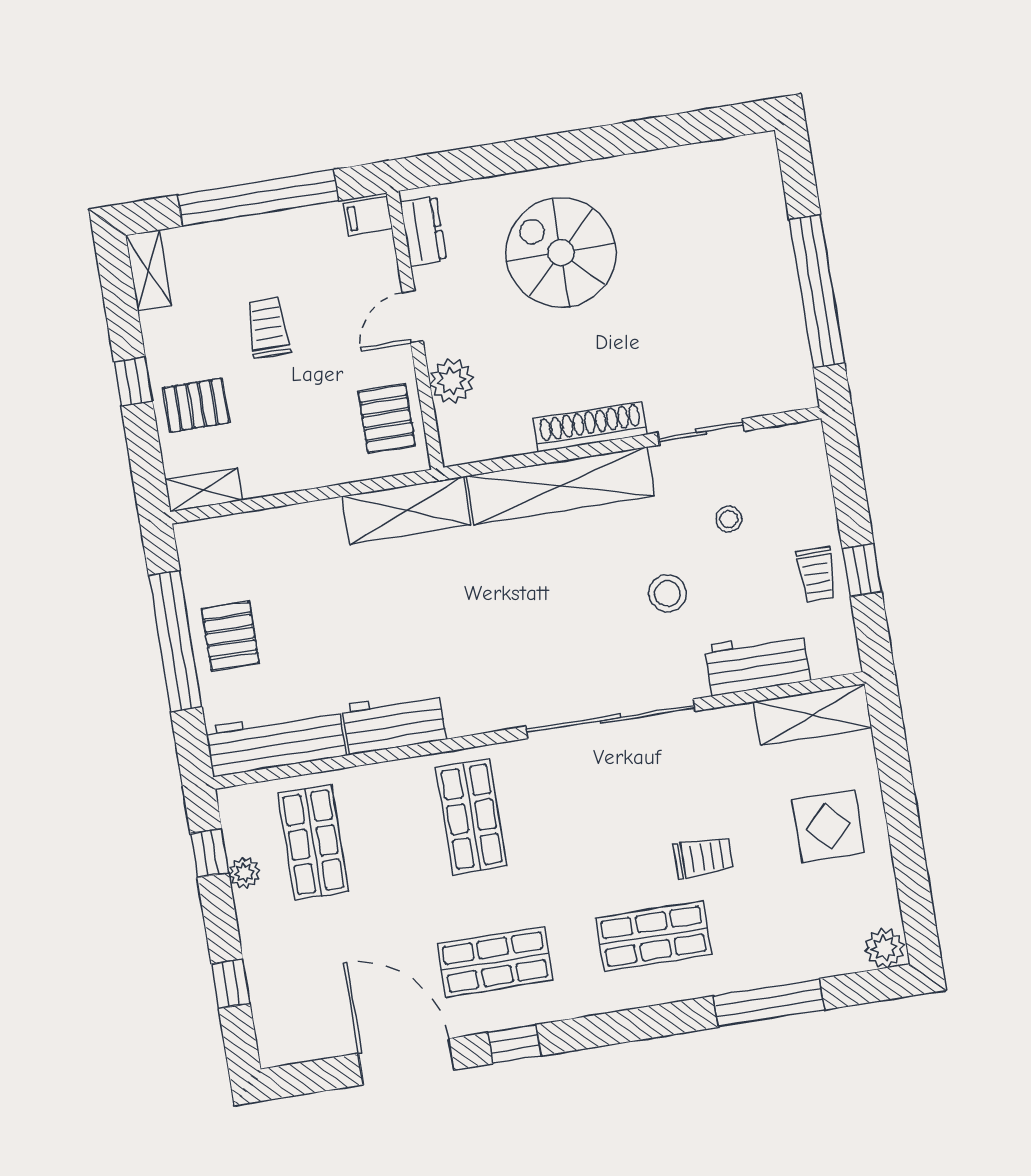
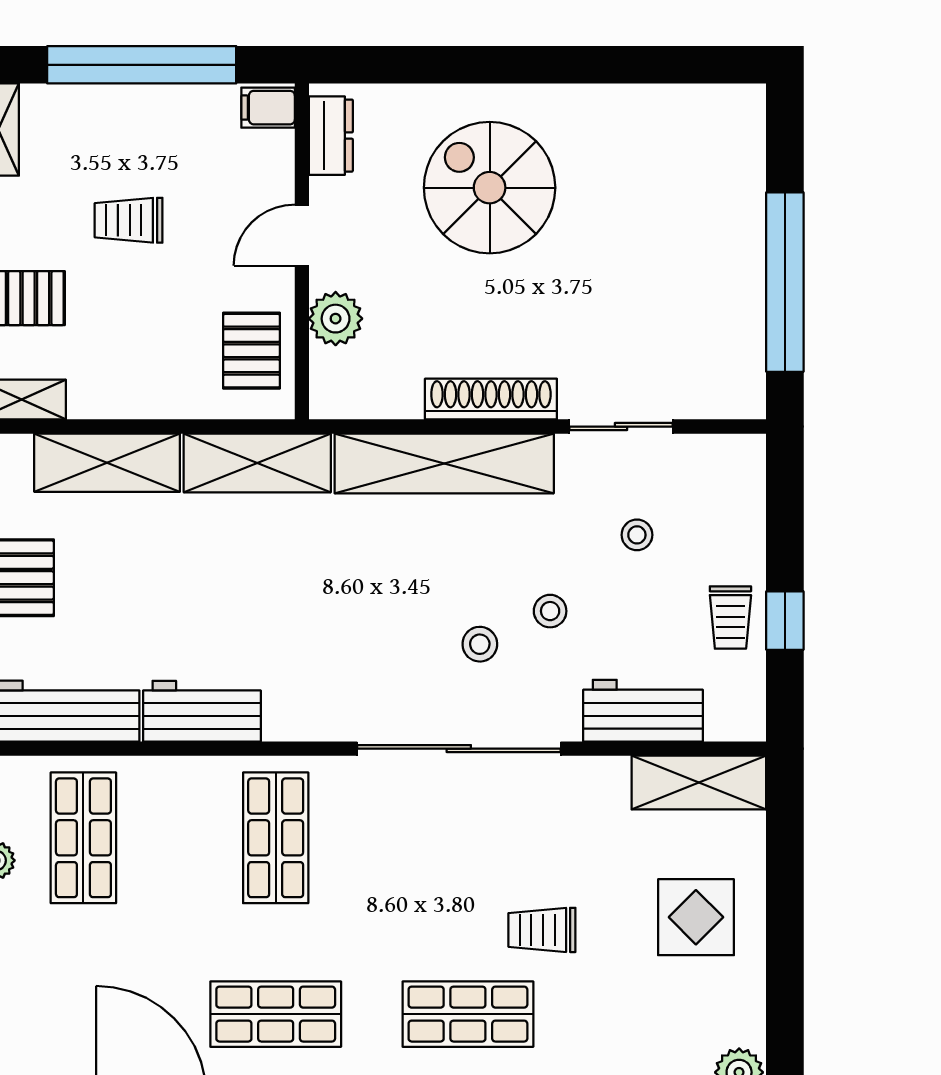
trolley: (268, 328) -> (129, 220), turned -90
shelving: (283, 530) -> (107, 463), added
stool: (667, 593) -> (550, 611), width x0.73, depth x0.73
stool: (614, 630) -> (480, 644), added
trolley: (703, 857) -> (542, 930), turned 180

